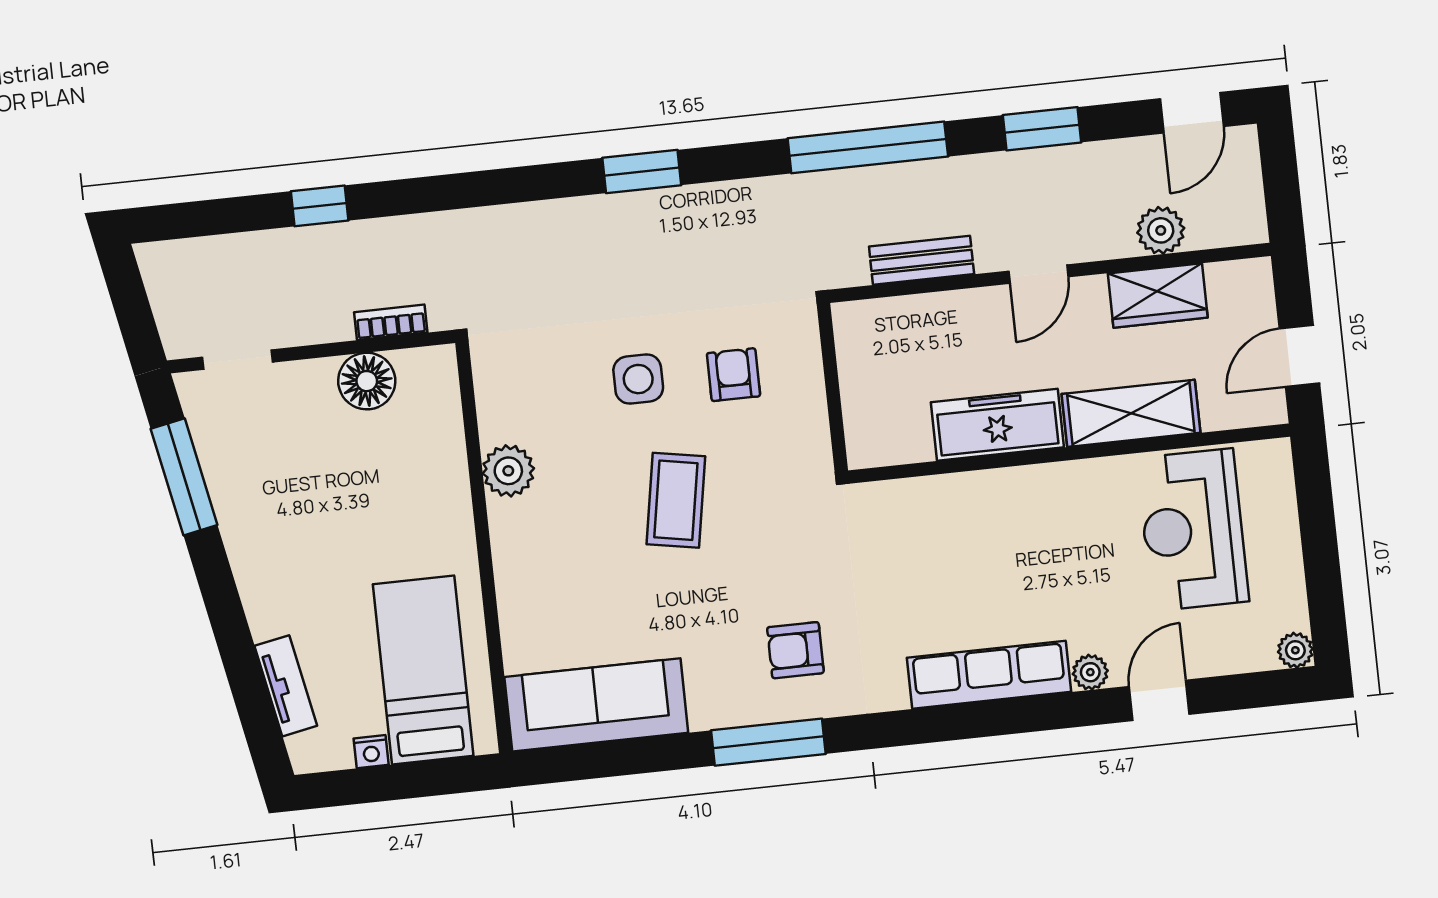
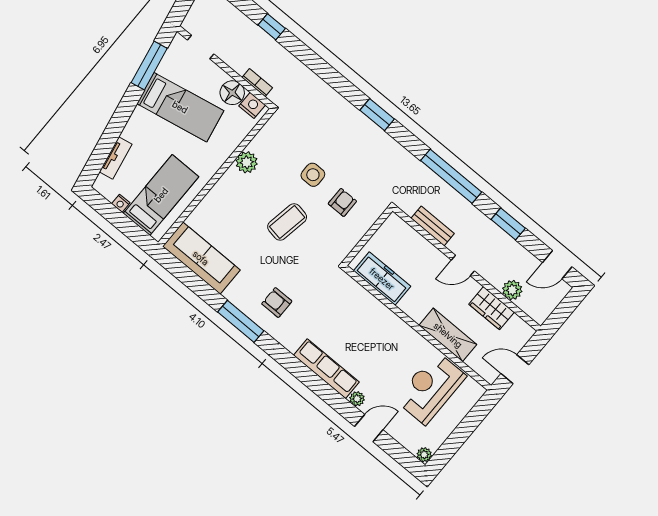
nightstand: (421, 368) -> (252, 105), added
freezer: (997, 425) -> (382, 279), moved
bed: (306, 493) -> (180, 107), added

